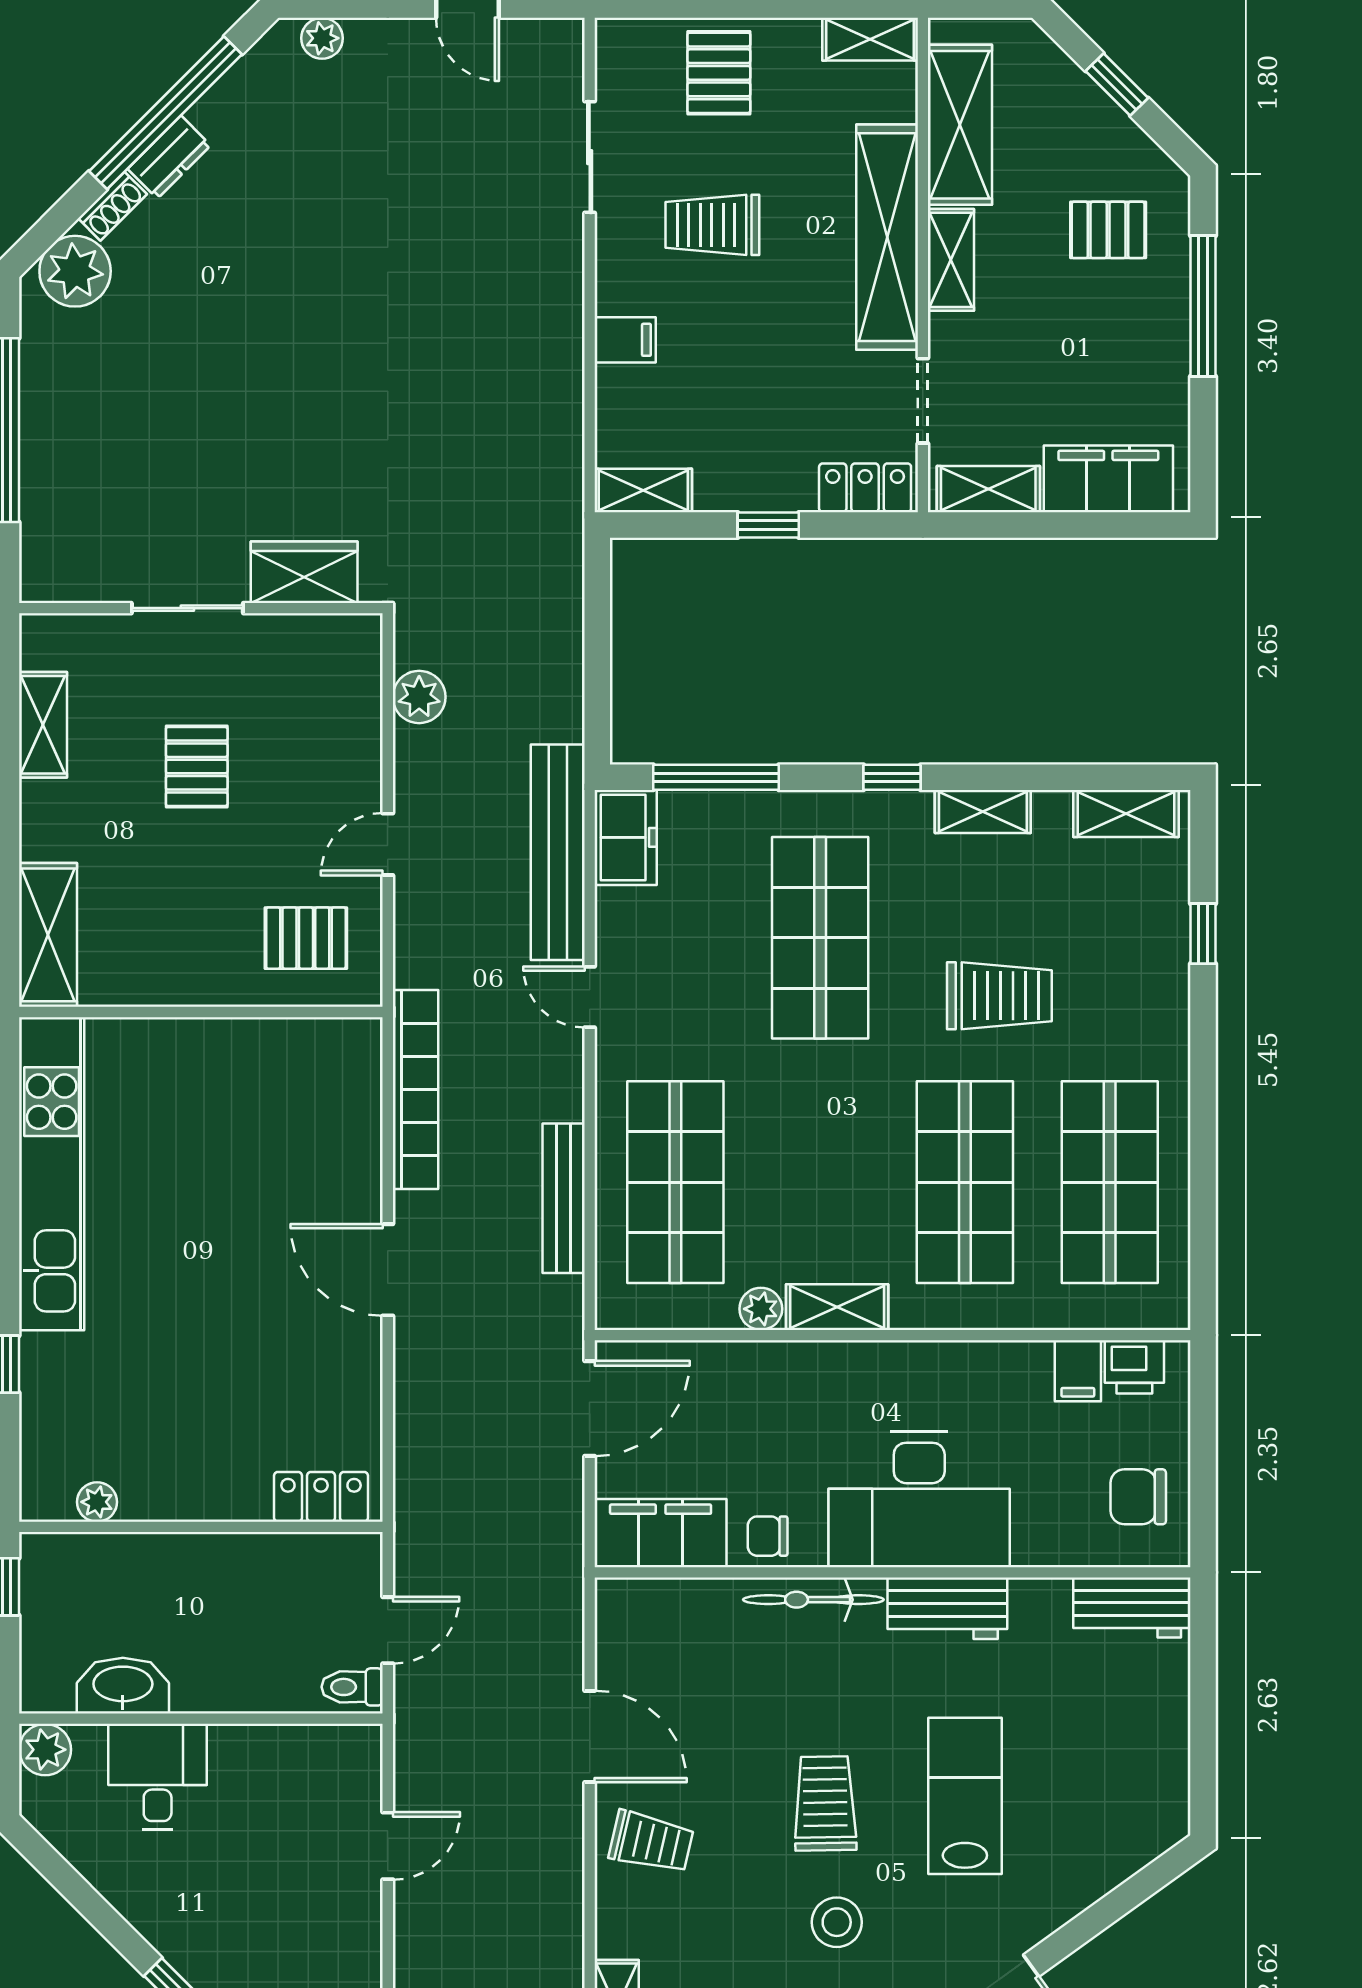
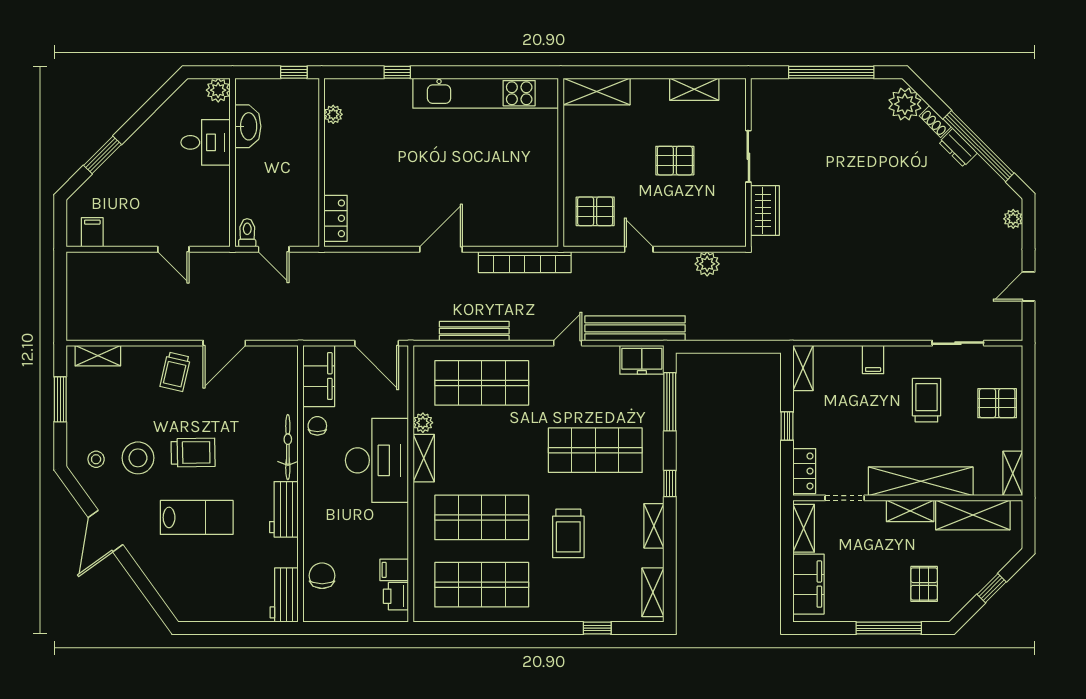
pallet: (306, 938) -> (595, 211), turned 90
chair: (1138, 1497) -> (322, 576), moved
desk: (919, 1500) -> (377, 460), moved, turned 180
stool: (837, 1922) -> (138, 458), width x1.38, depth x1.38

